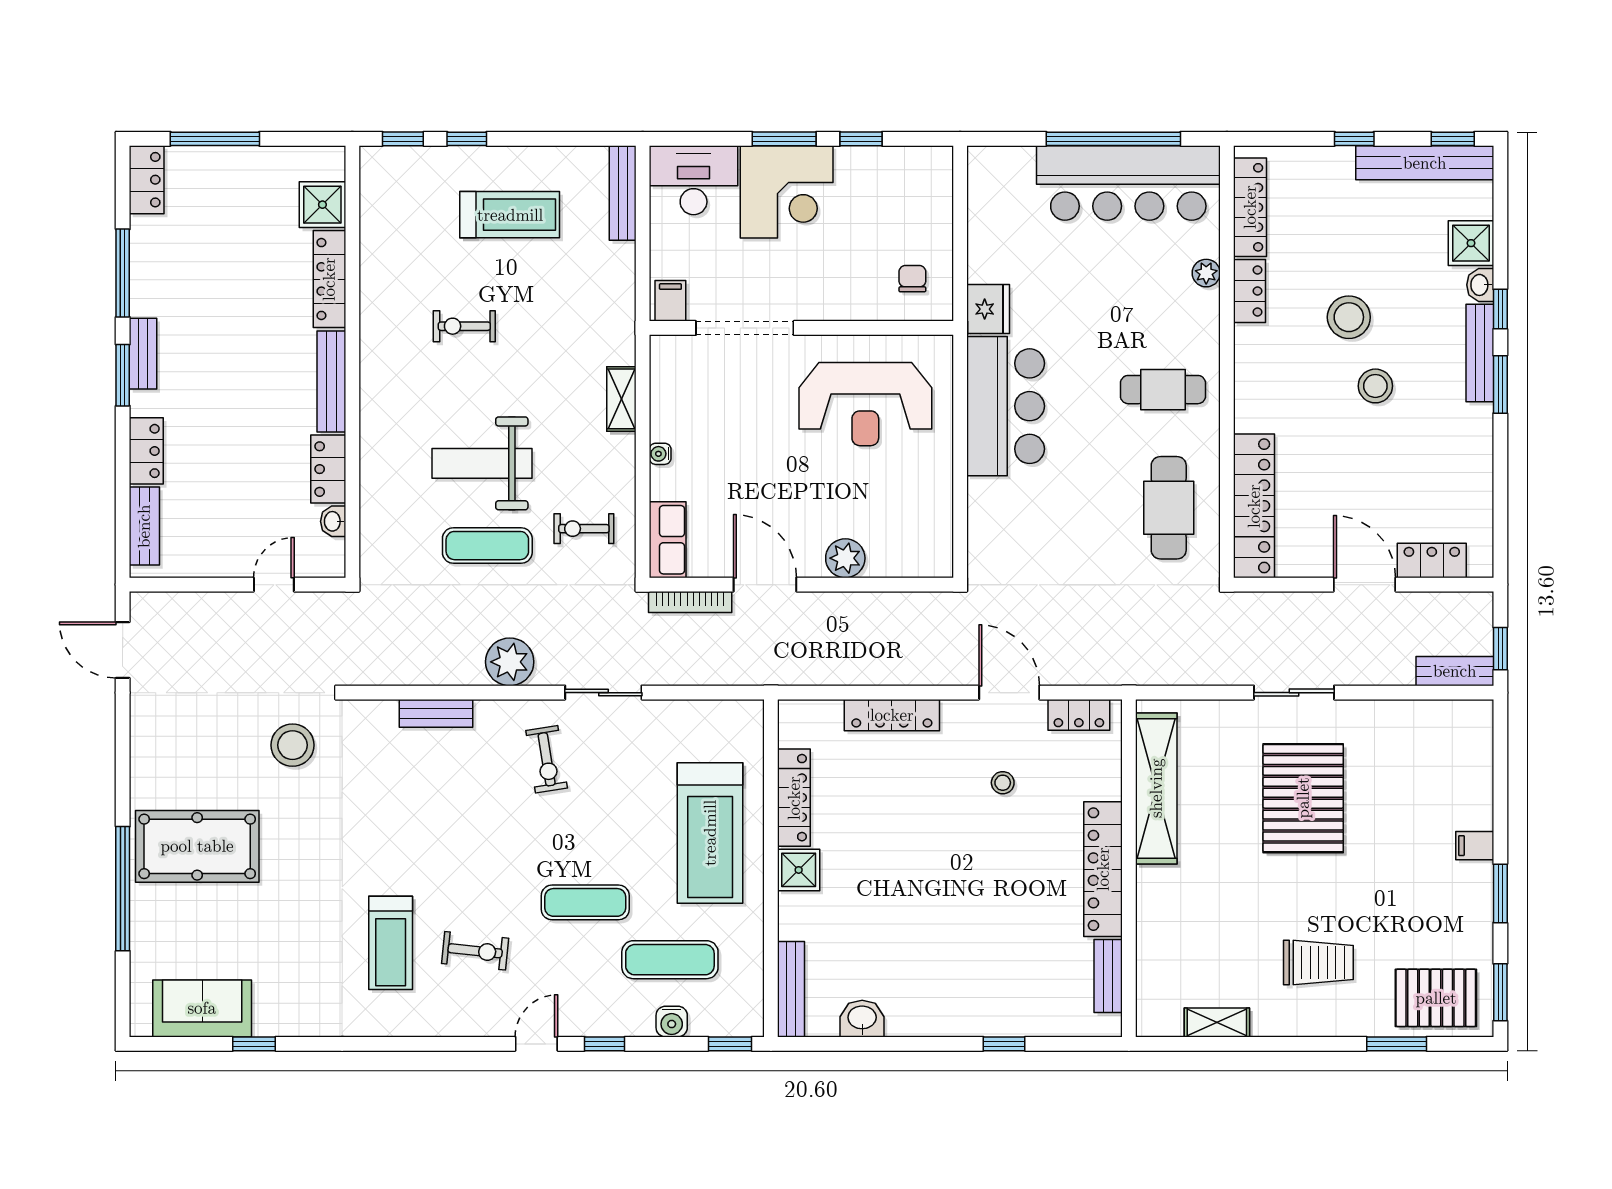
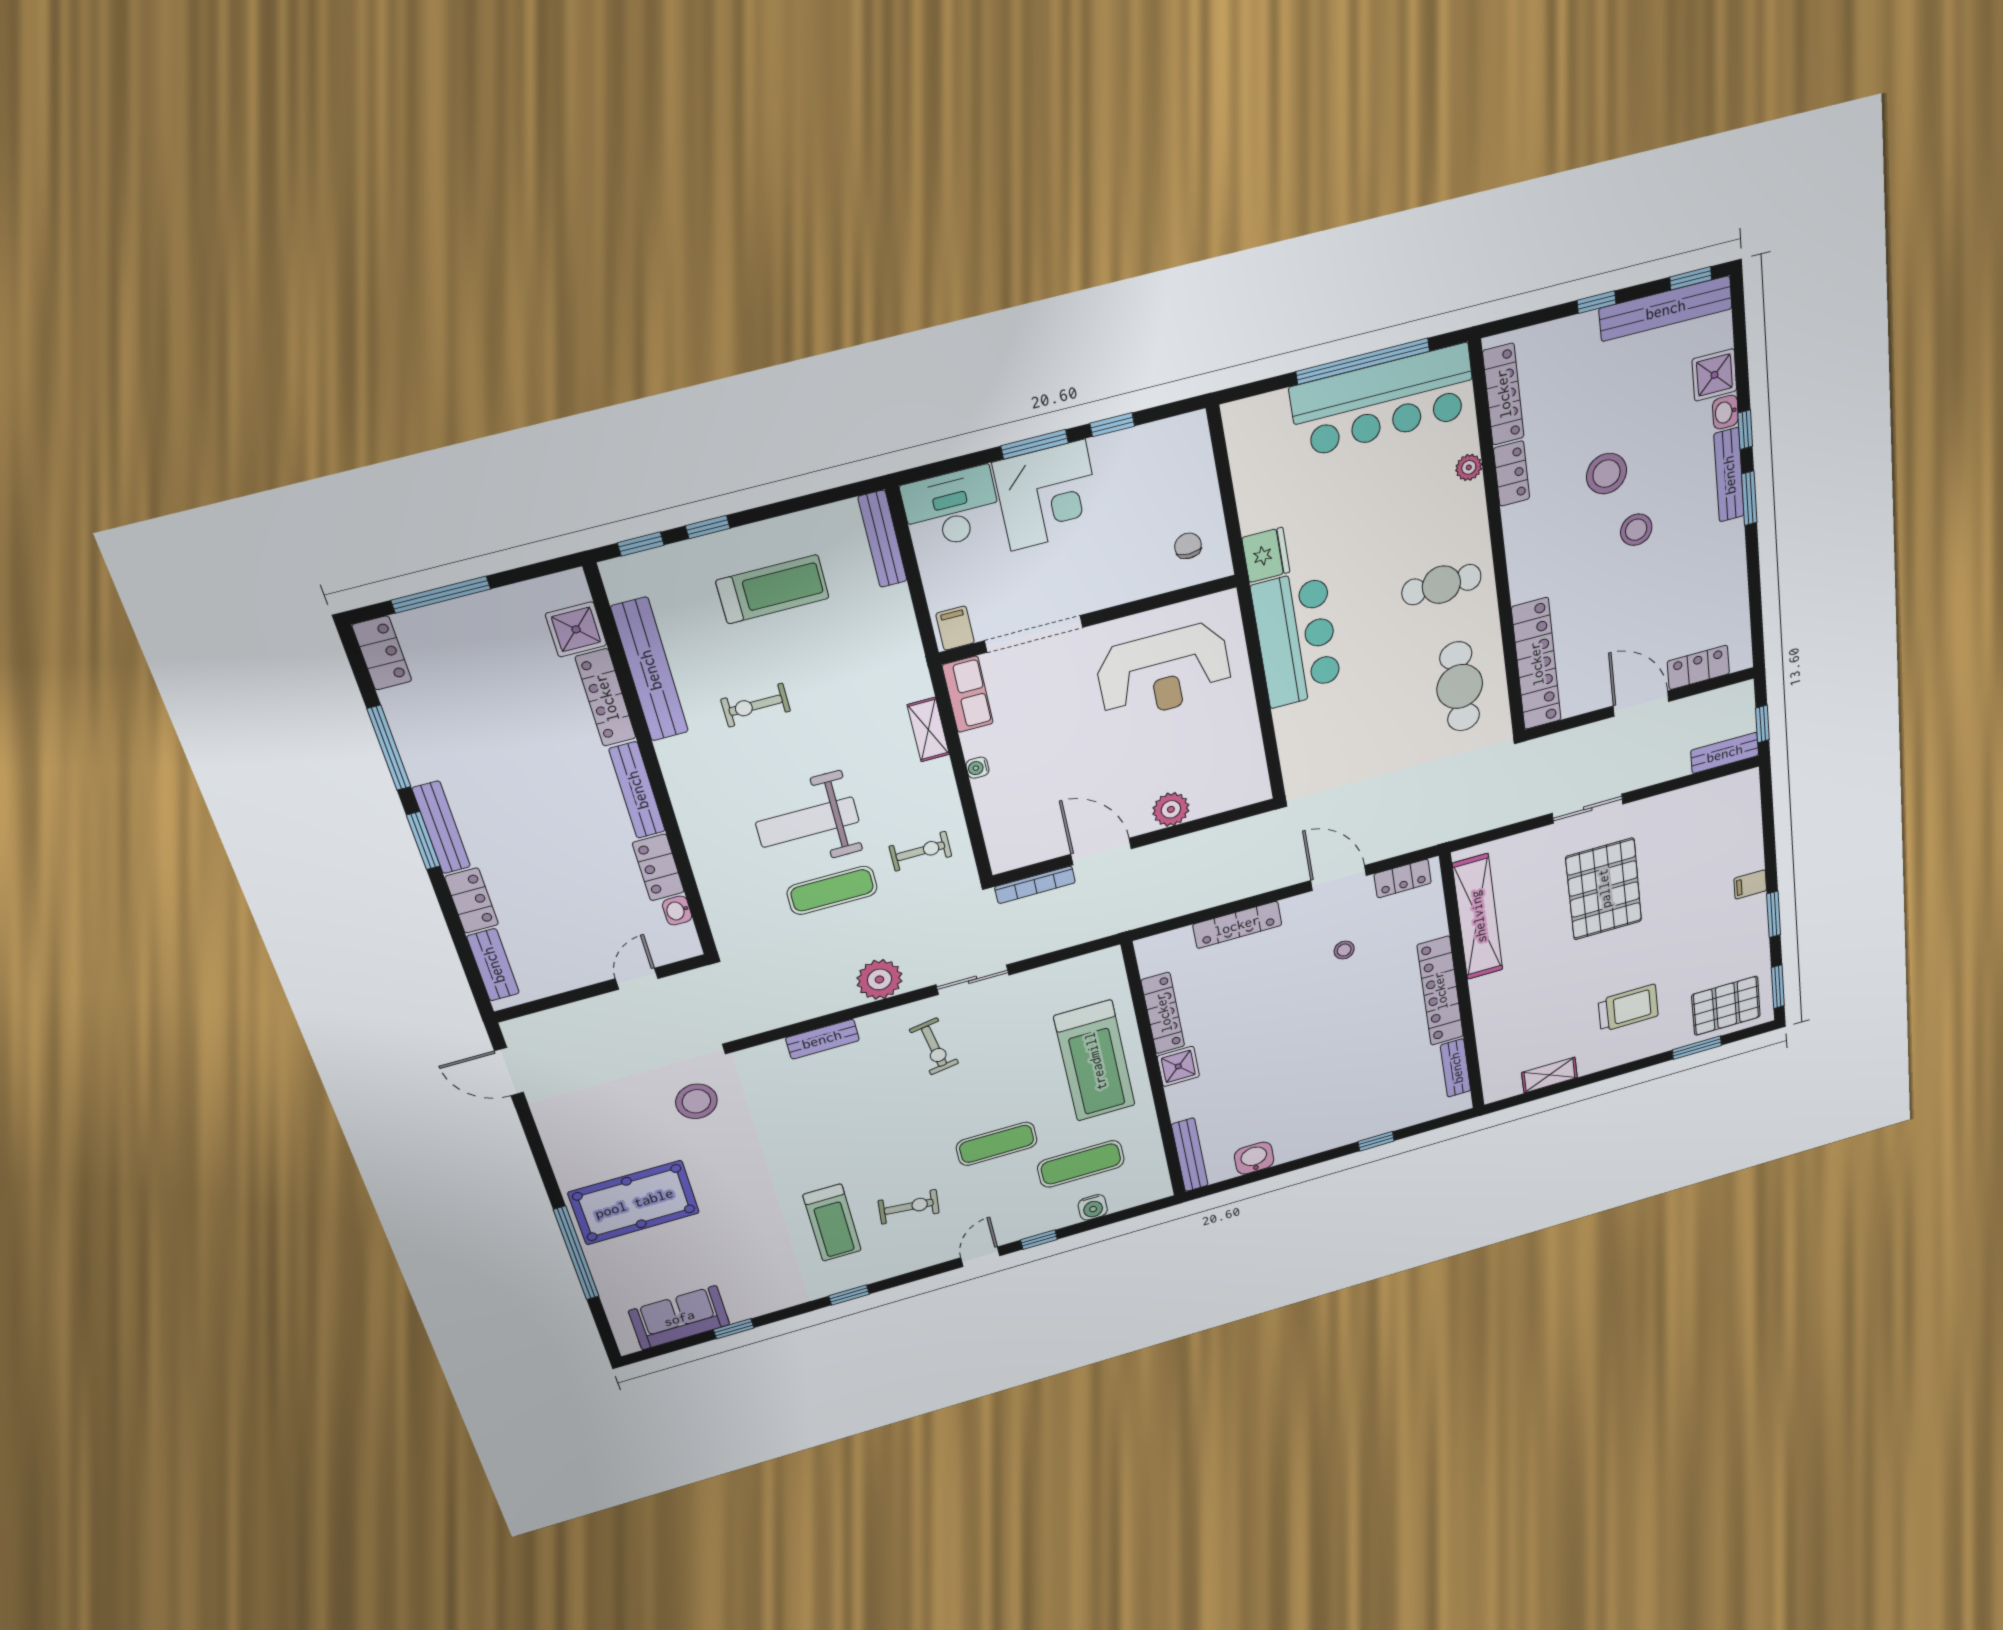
bench: (377, 263) -> (650, 670), added
bench: (143, 354) -> (441, 827), width x1.36
exercise bike: (584, 529) -> (920, 851), turned 180
row of seats: (668, 540) -> (968, 694), moved
window: (730, 1044) -> (849, 1295), moved

